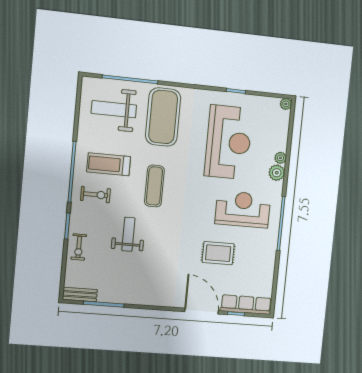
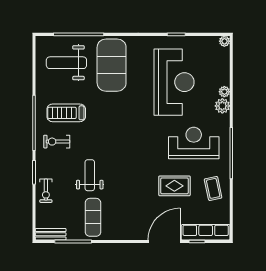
exercise mat: (154, 186) -> (93, 217), moved
exercise bike: (95, 195) -> (57, 142), turned 180
coffee table: (258, 259) -> (213, 188), added
door: (201, 311) -> (164, 241), hinge flipped

